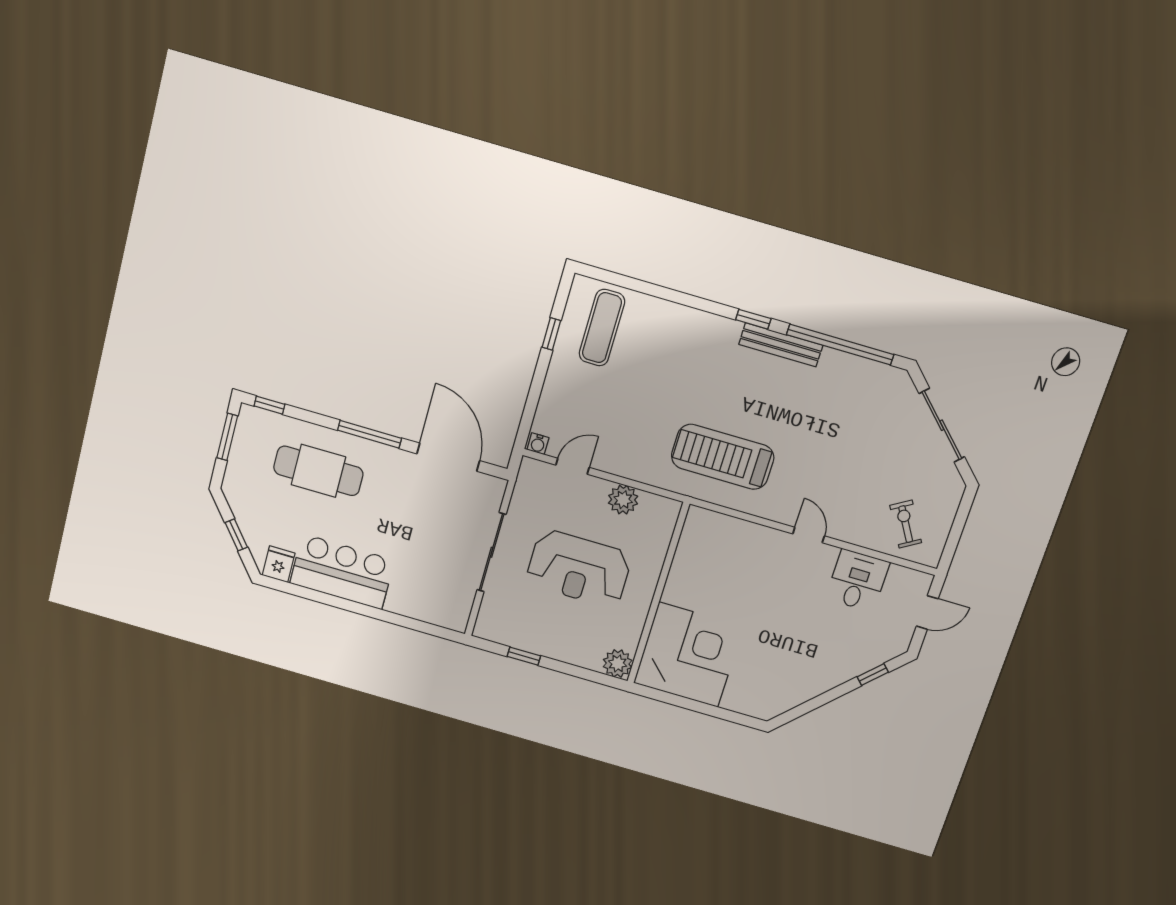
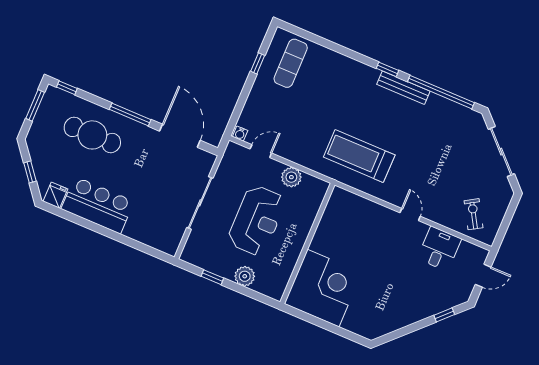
reception desk: (579, 569) -> (257, 220), turned -90
plant: (618, 663) -> (245, 276), moved

